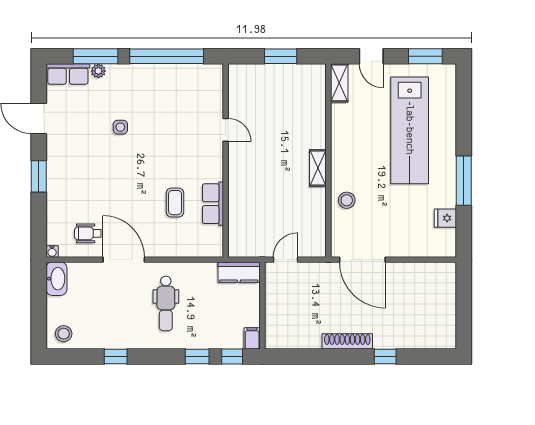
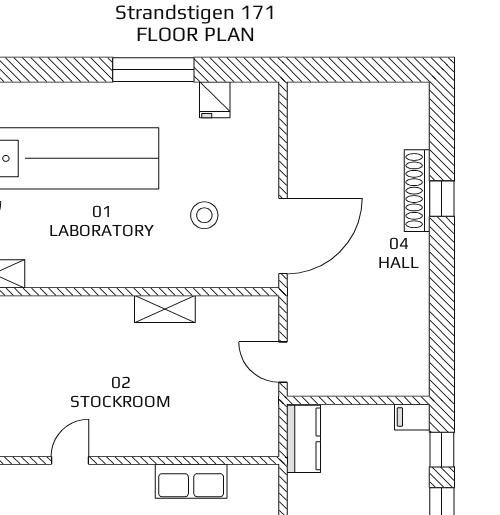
shelving: (318, 168) -> (165, 309), moved
stool: (347, 200) -> (204, 215), moved
shoe rack: (347, 341) -> (417, 191), moved

